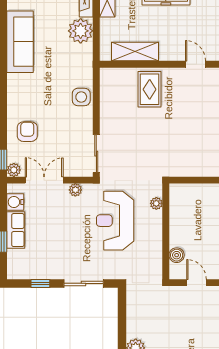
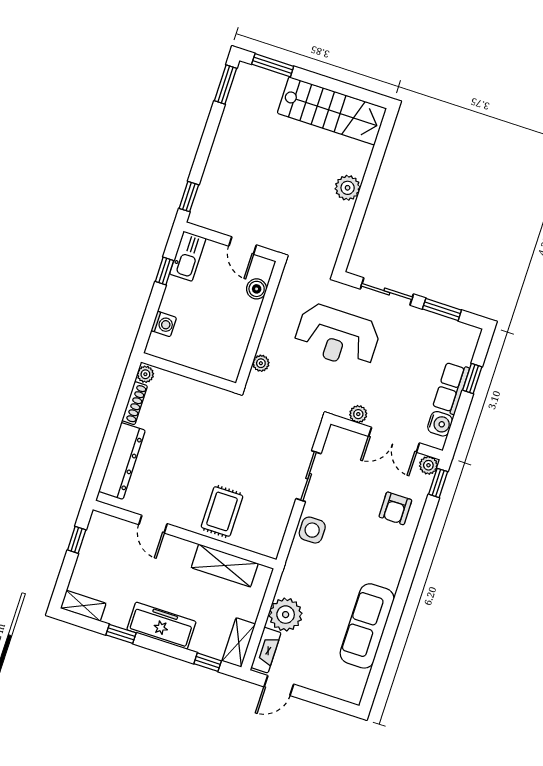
sliding door: (96, 154) -> (309, 476), moved
reception desk: (115, 221) -> (337, 336), moved, turned 90
window: (40, 283) -> (442, 310), width x1.50

